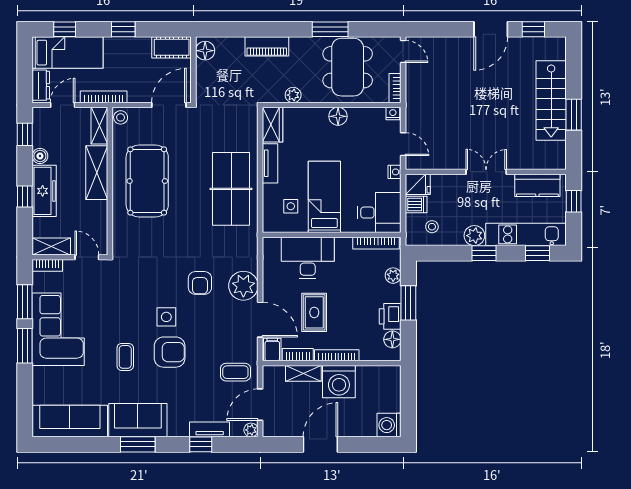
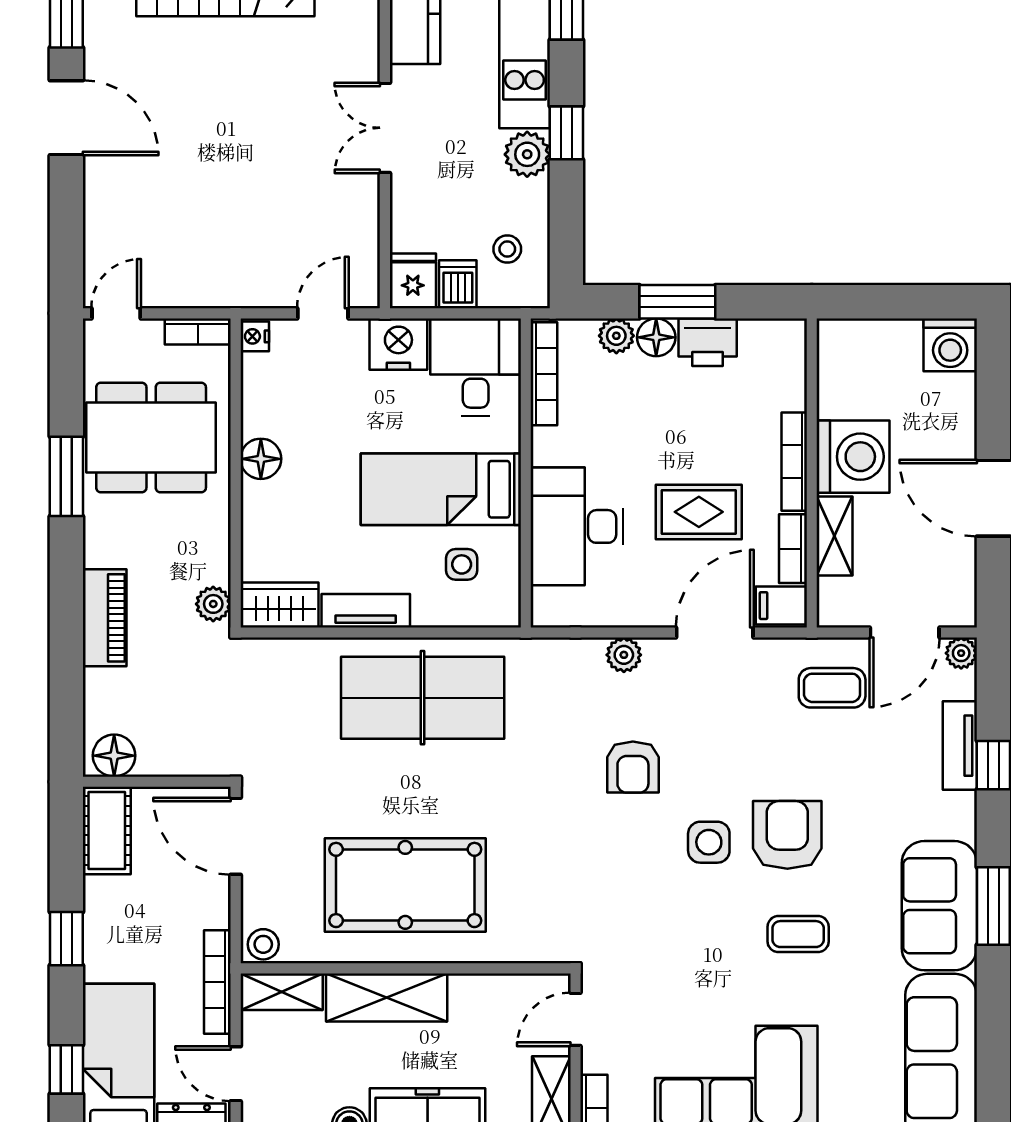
plant: (293, 95) -> (213, 604), moved
nightstand: (395, 172) -> (398, 344), width x1.89, depth x1.79
armchair: (200, 283) -> (633, 767), turned 90
plant: (243, 286) -> (624, 655), width x0.53, depth x0.53
floor lamp: (392, 339) -> (656, 337), moved
coffee table: (235, 372) -> (832, 688), turned 90
door: (260, 405) -> (905, 632), hinge flipped

